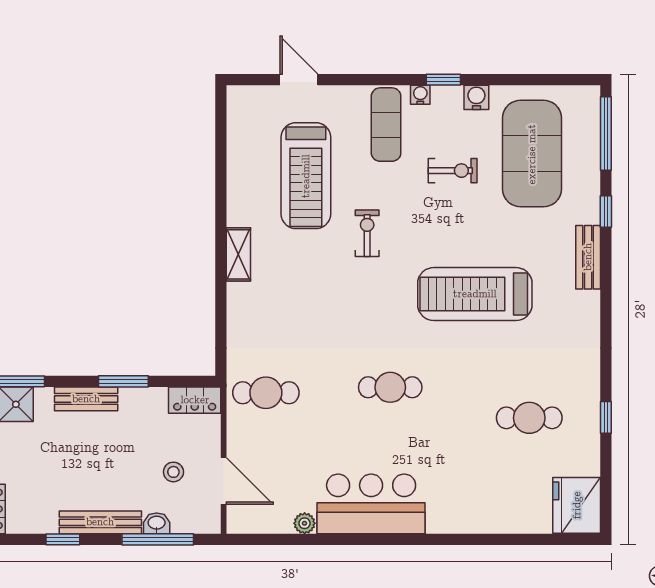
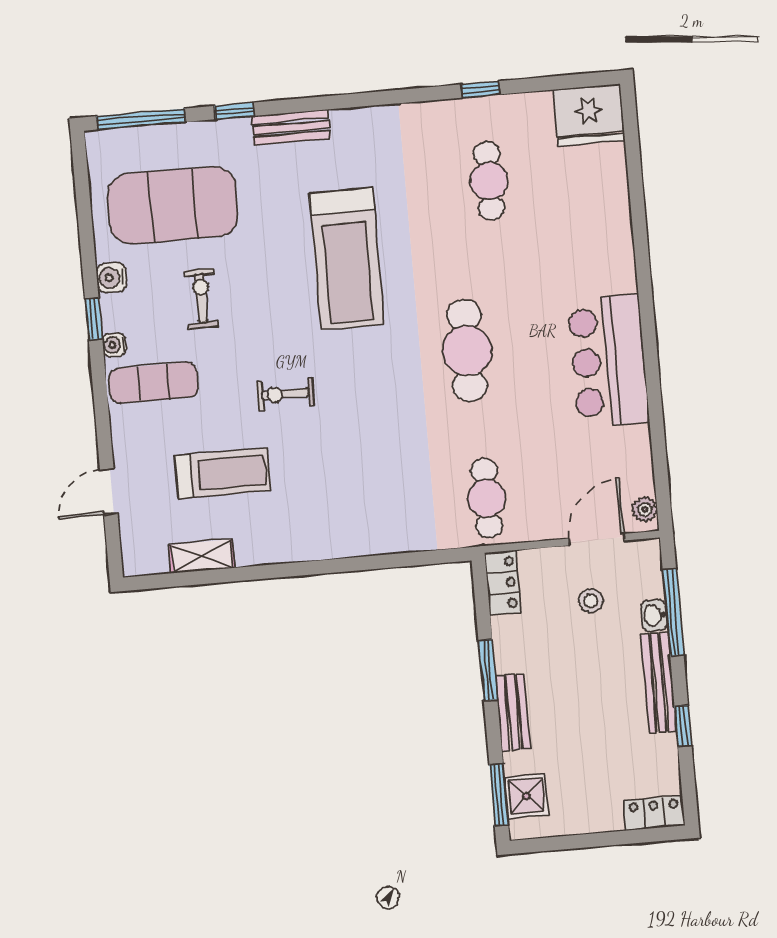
treadmill: (306, 176) -> (223, 473), width x0.73, depth x0.73
shelving: (238, 254) -> (202, 556), moved
cafe table: (390, 387) -> (467, 350), width x1.37, depth x1.35
plant: (305, 523) -> (645, 509), moved

